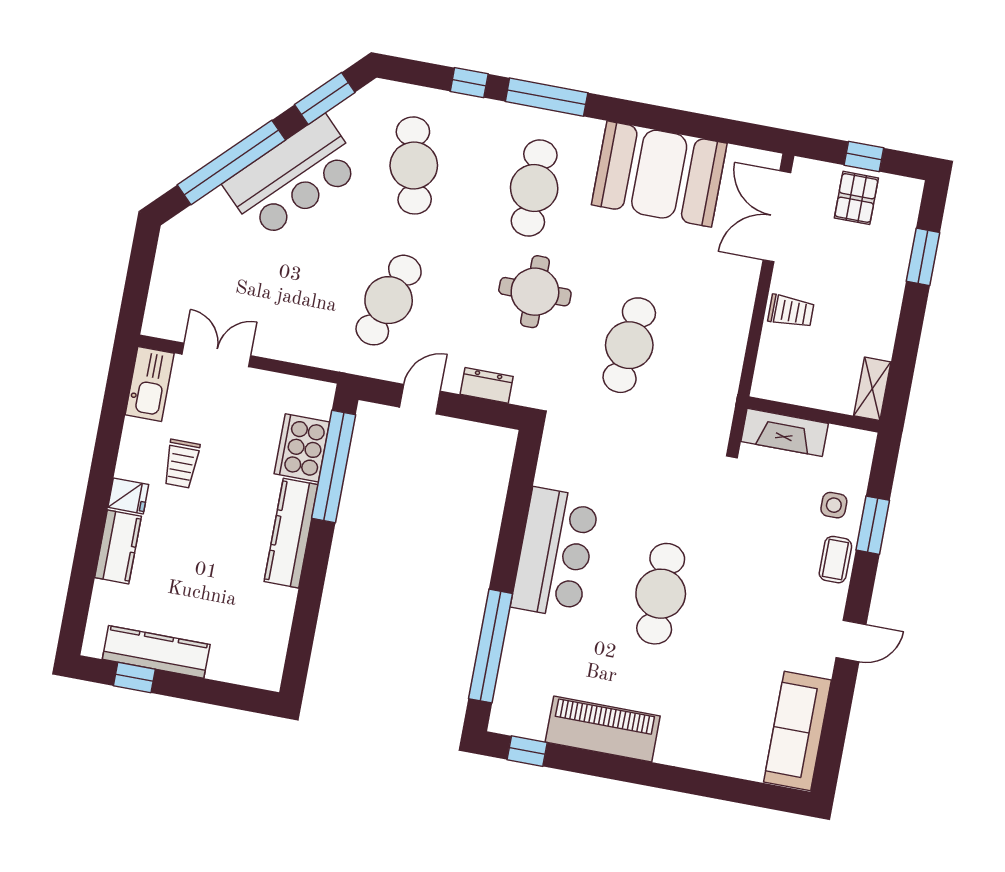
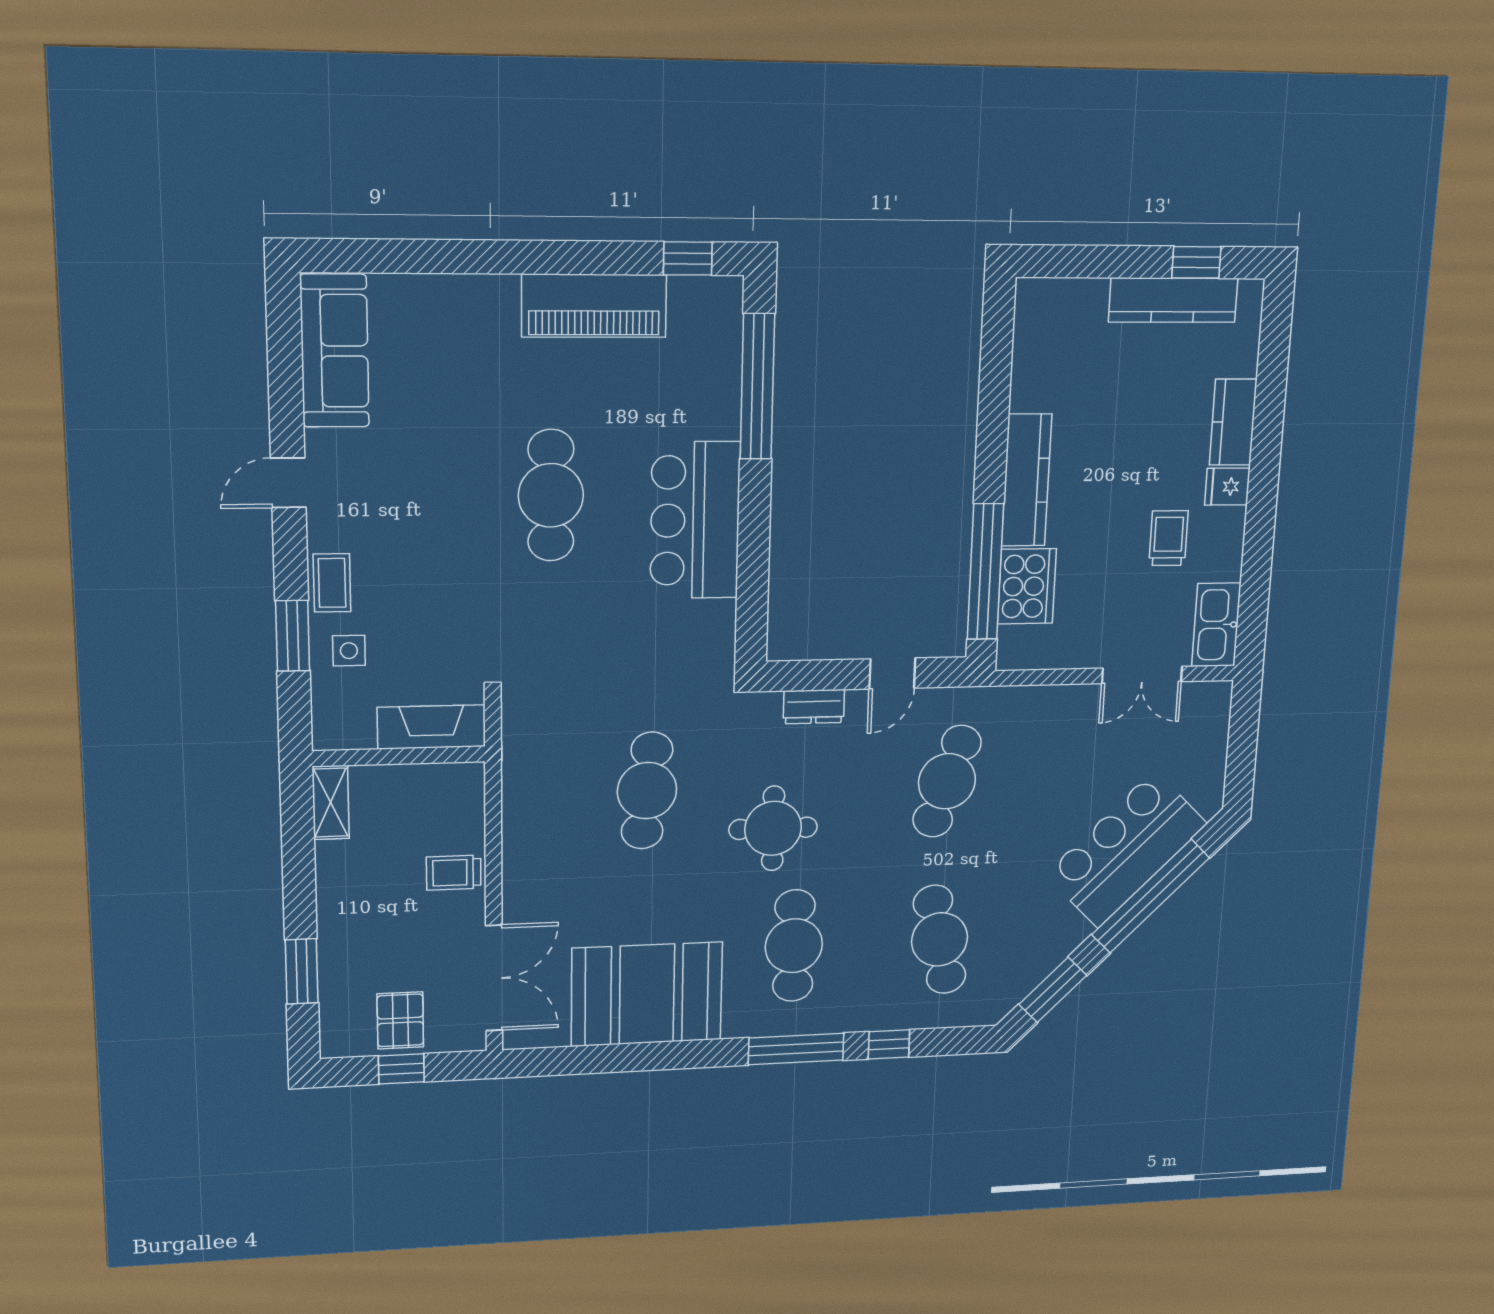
bar counter: (293, 177) -> (1126, 849), moved

